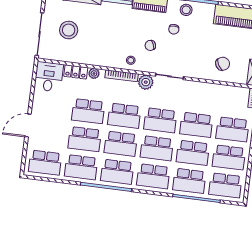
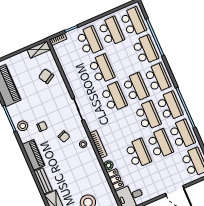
plant: (146, 82) -> (93, 124), removed
school desk: (124, 116) -> (126, 125), removed
school desk: (193, 153) -> (123, 59), removed

